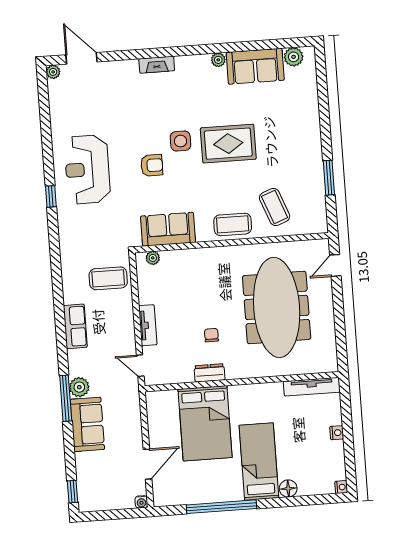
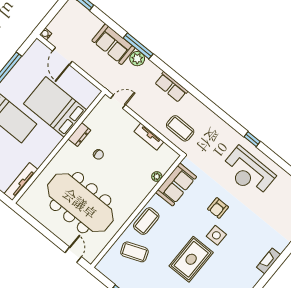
reception desk: (87, 169) -> (248, 172), turned 180
plant: (153, 258) -> (157, 177), moved
coffee table: (108, 278) -> (180, 128), turned 90
tv unit: (148, 325) -> (149, 137), moved

